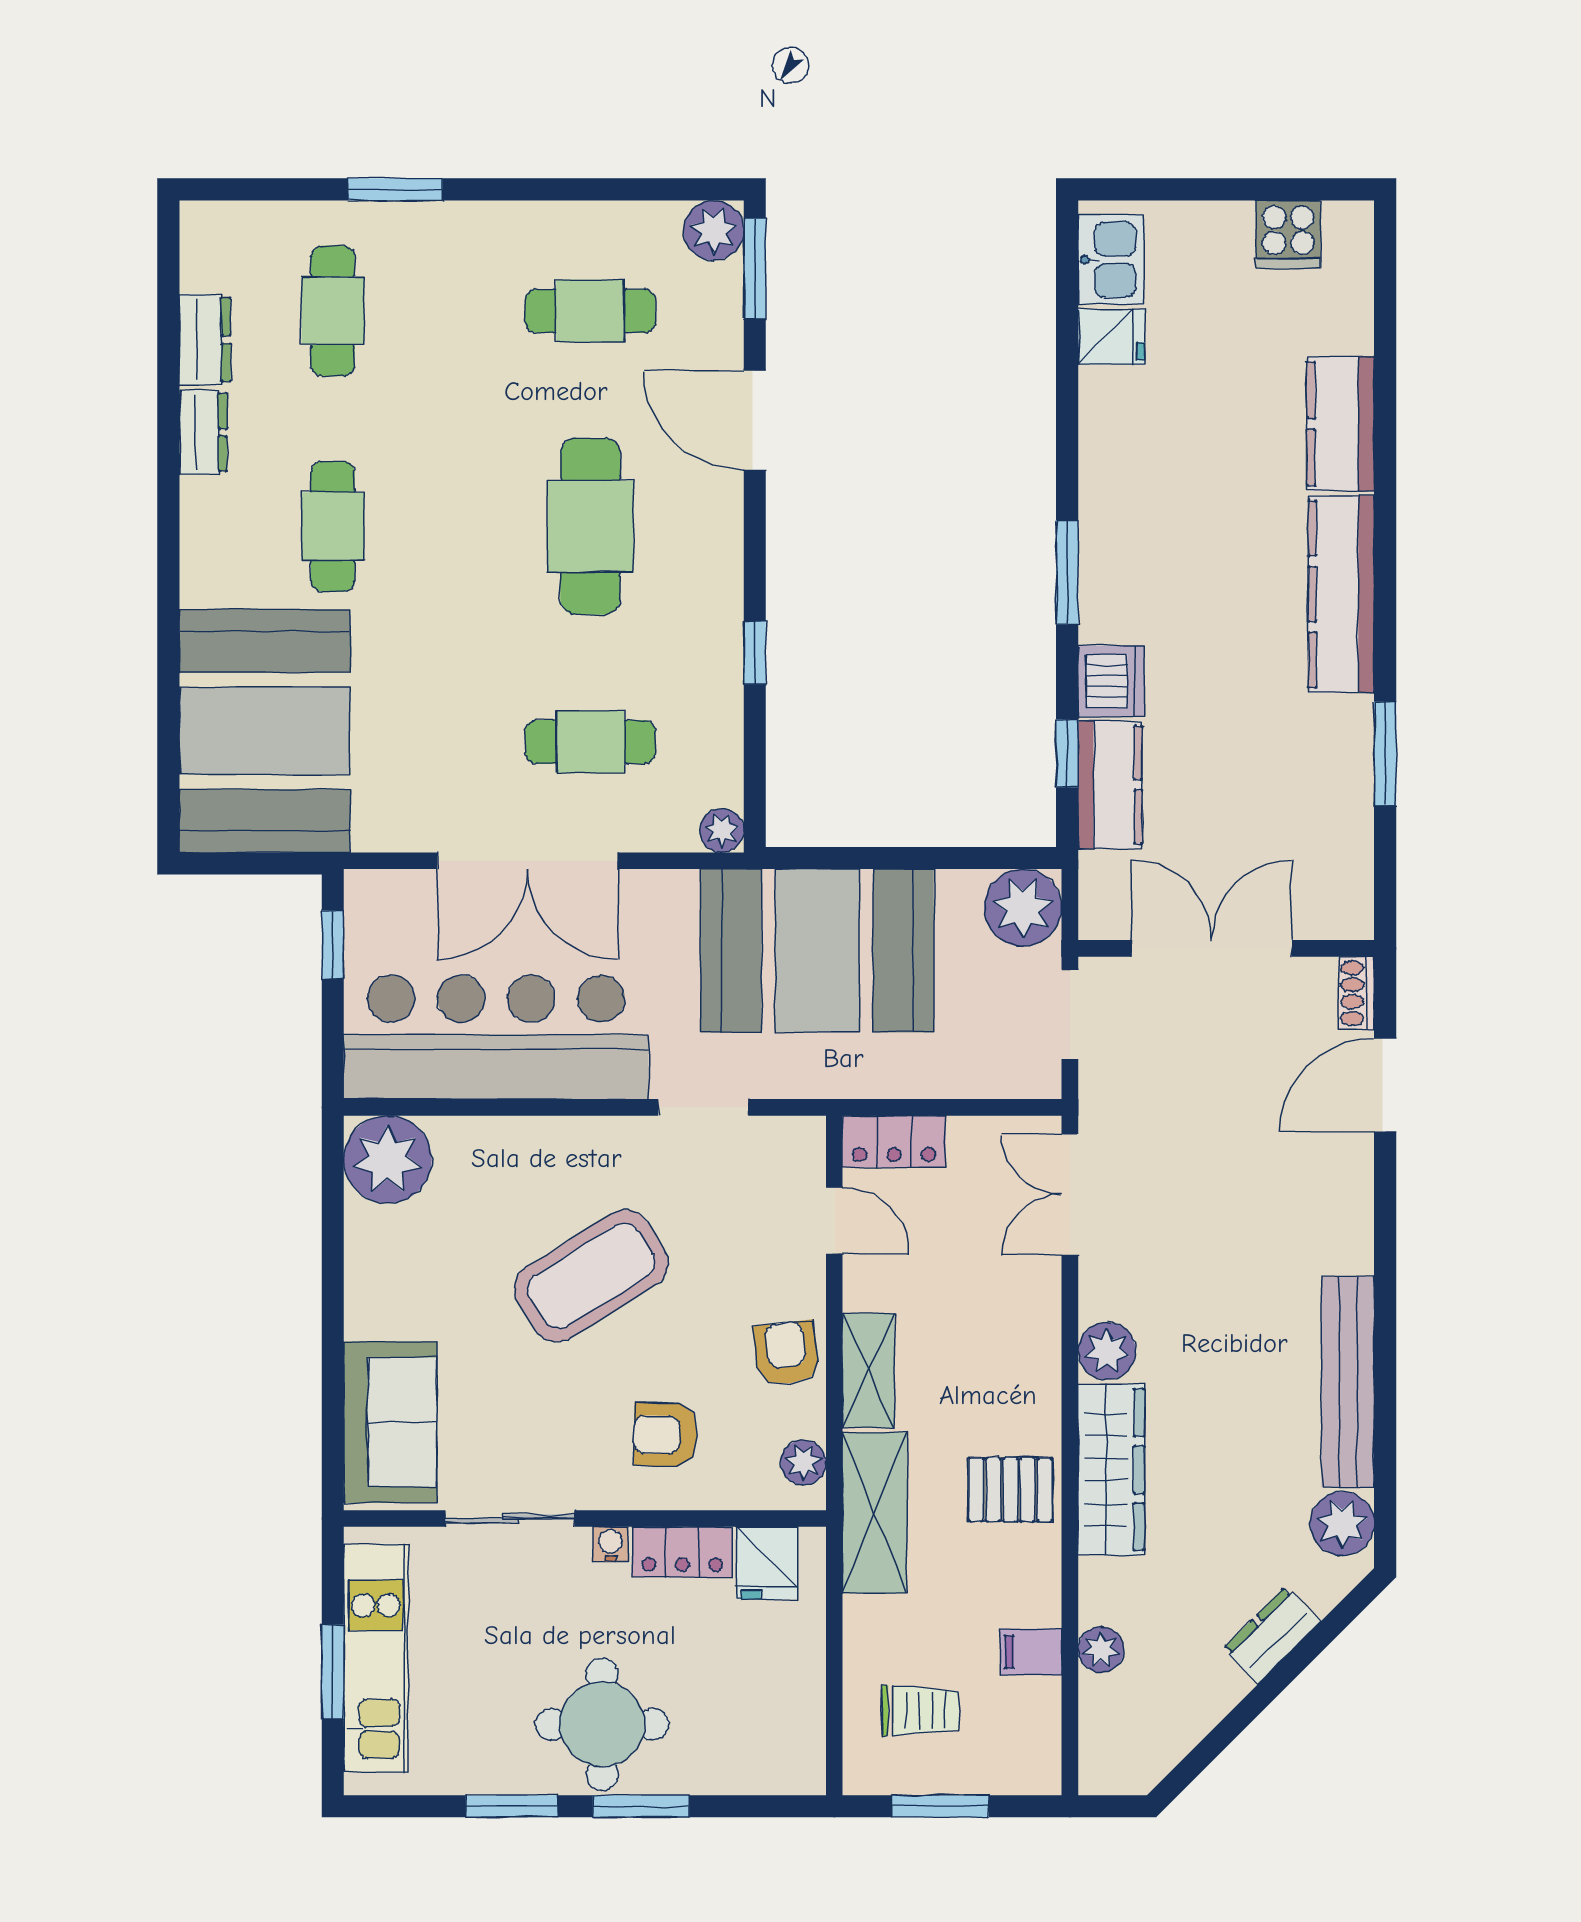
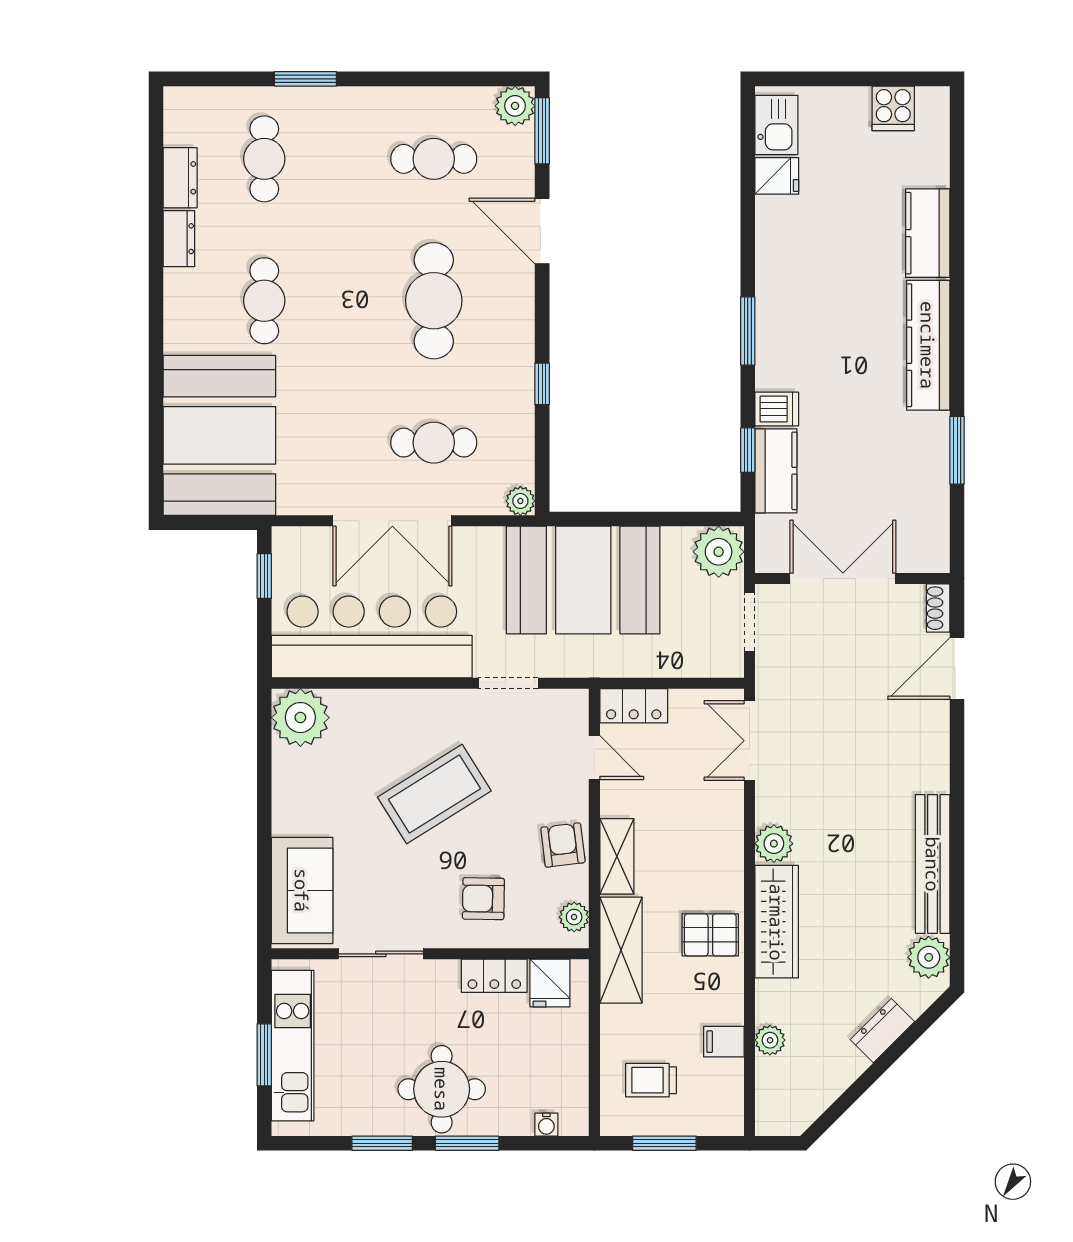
dishwasher: (1111, 681) -> (777, 409), width x0.73
water cooler: (611, 1544) -> (546, 1125), moved, turned 180
trolley: (920, 1710) -> (651, 1080), turned 180

